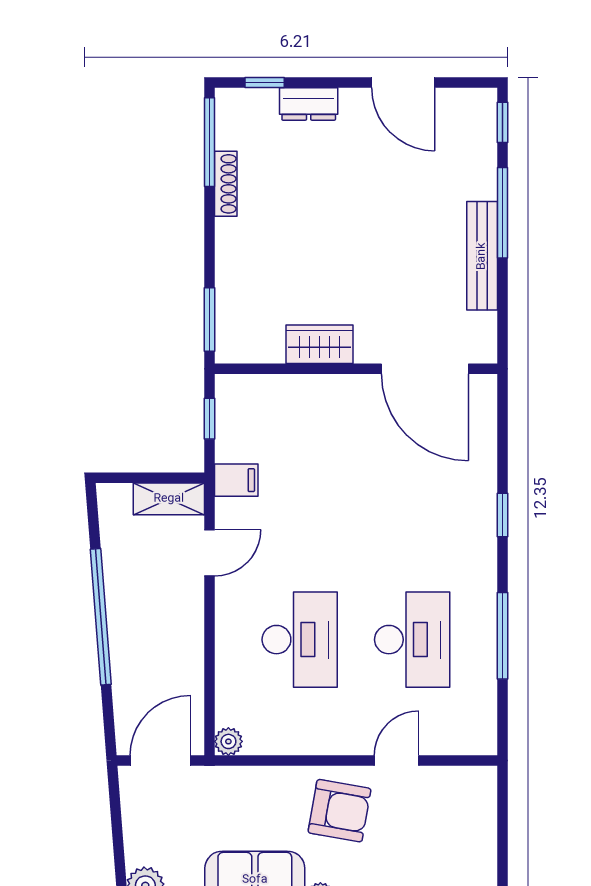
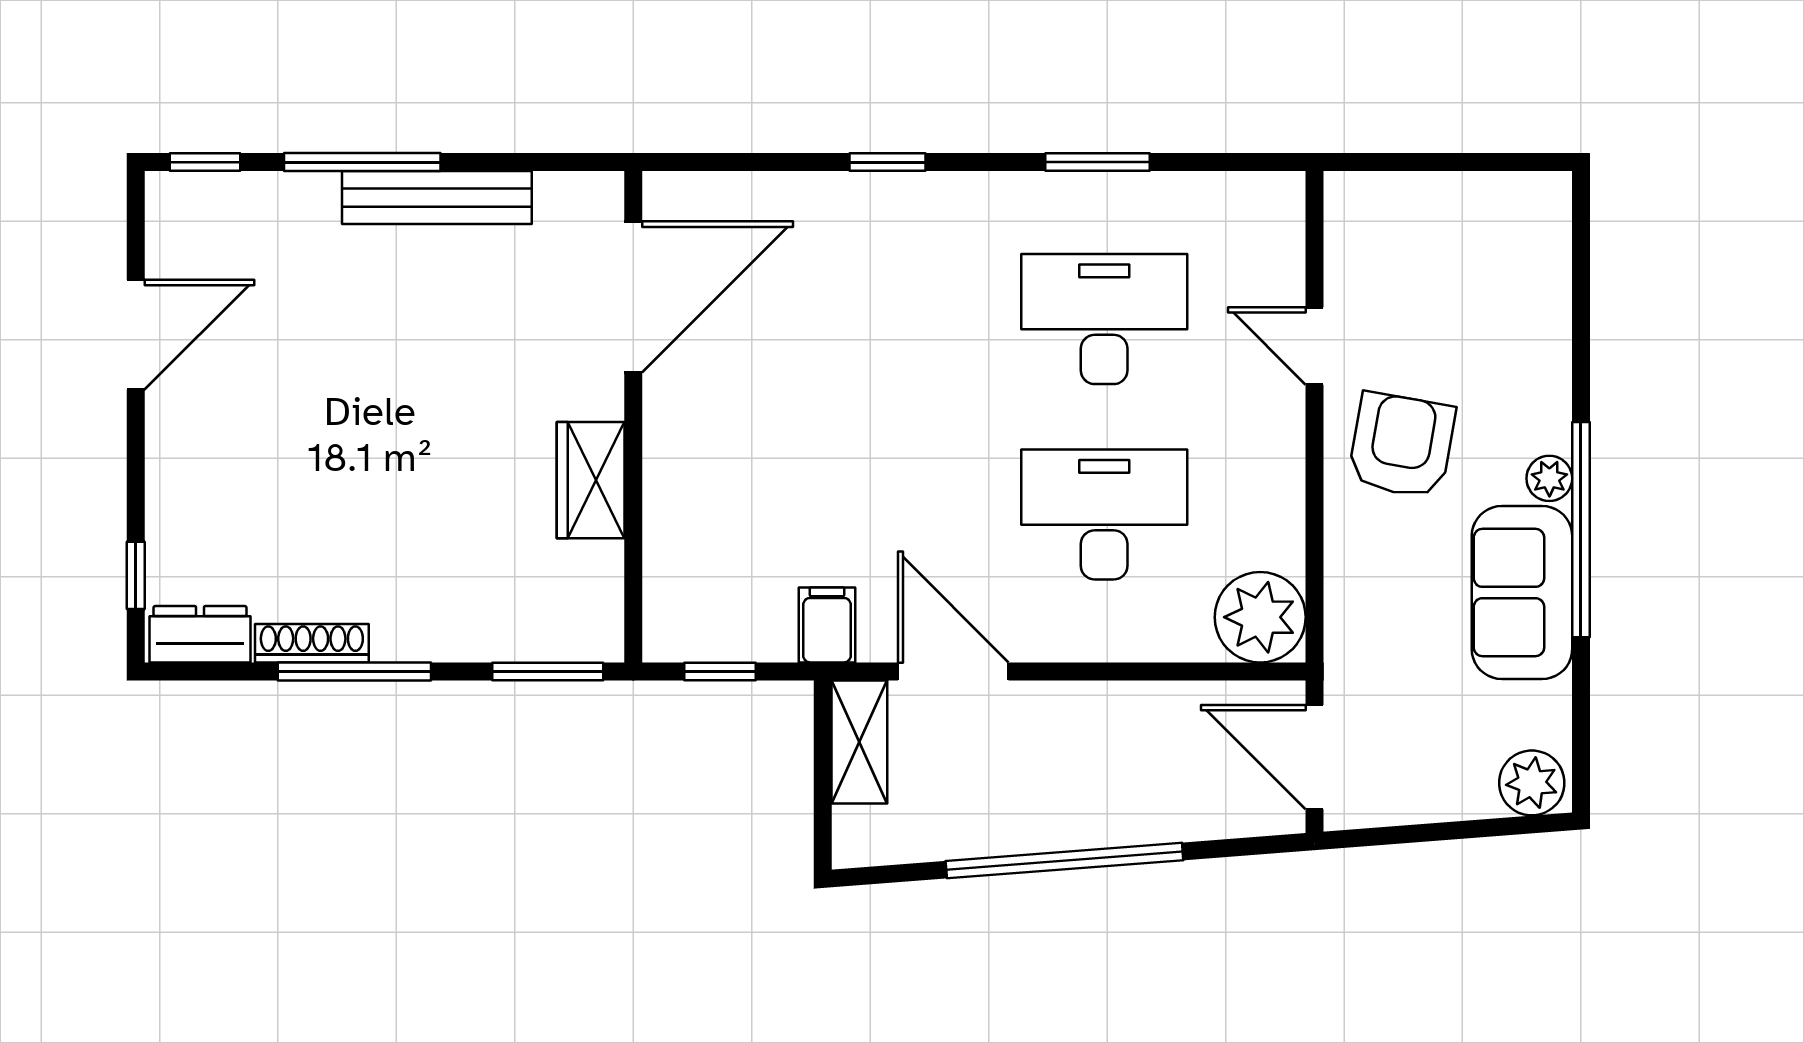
dresser: (309, 104) -> (200, 634), moved, turned -90
window: (209, 142) -> (354, 671), moved
door: (209, 553) -> (953, 671), width x1.38
window: (502, 636) -> (1097, 162), width x0.69
plant: (228, 741) -> (1260, 617), width x1.87, depth x1.87

